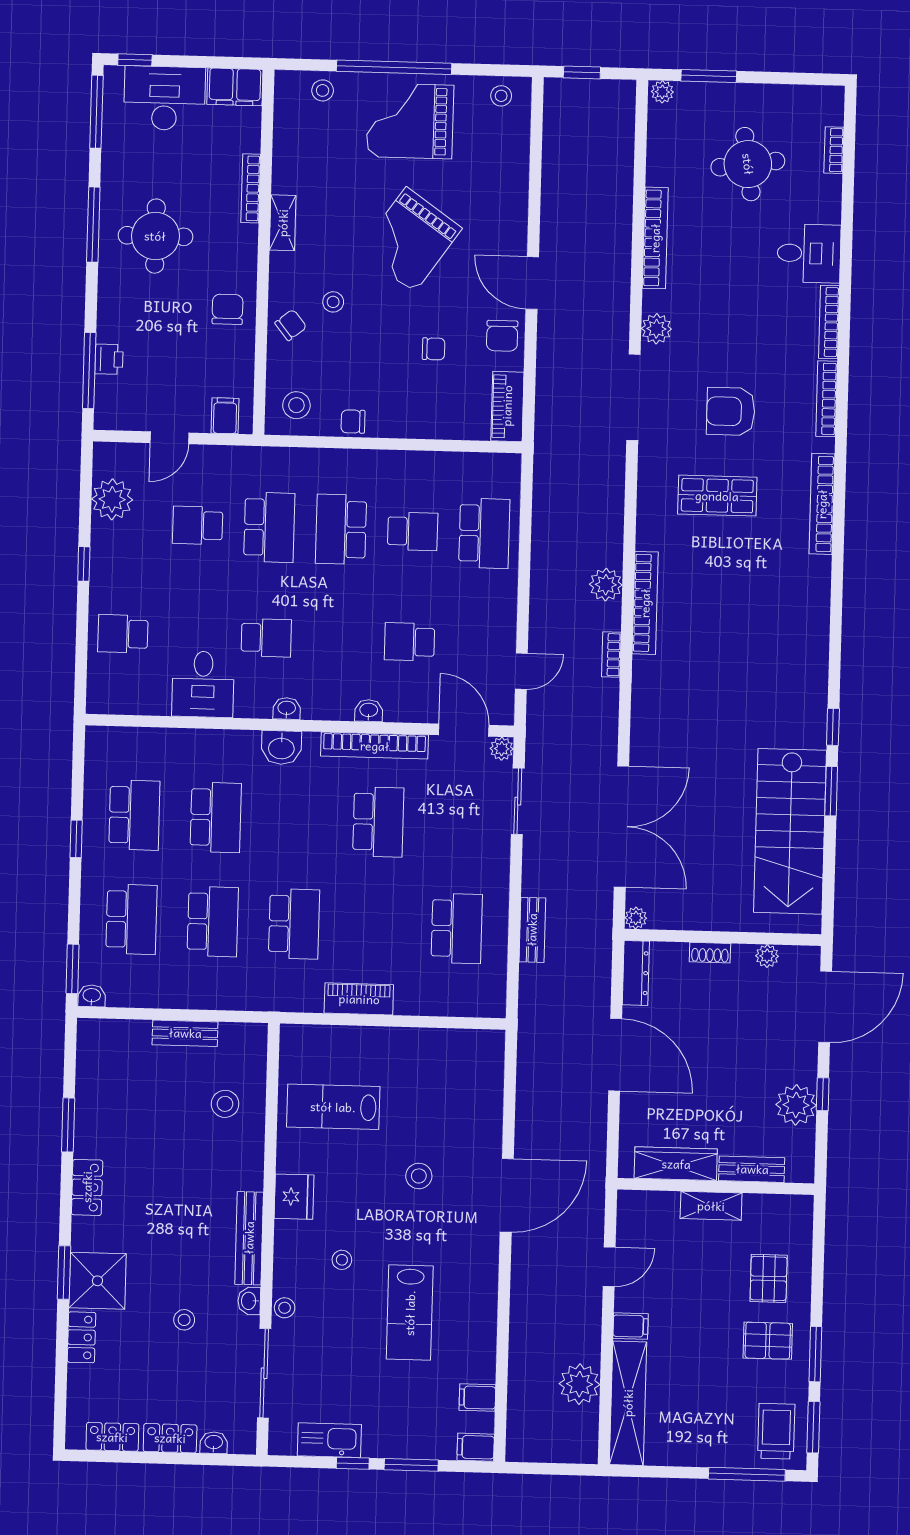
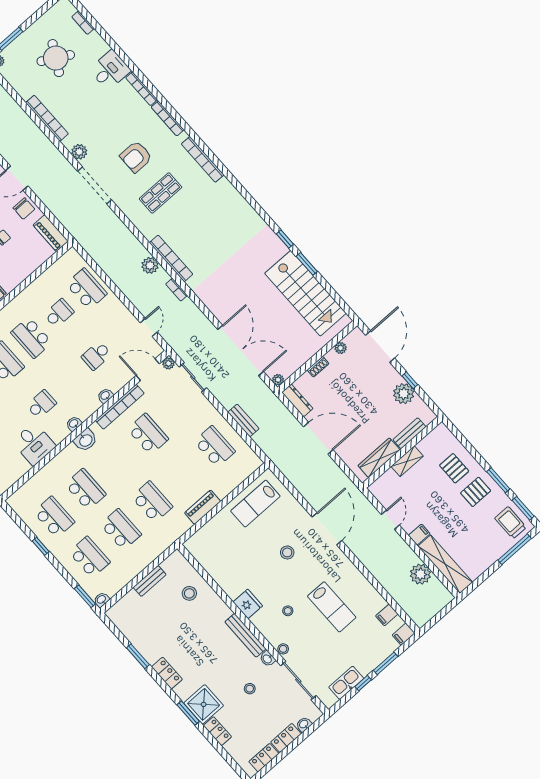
round table: (748, 164) -> (56, 58), turned 37
lab bench: (333, 1107) -> (255, 504), moved

